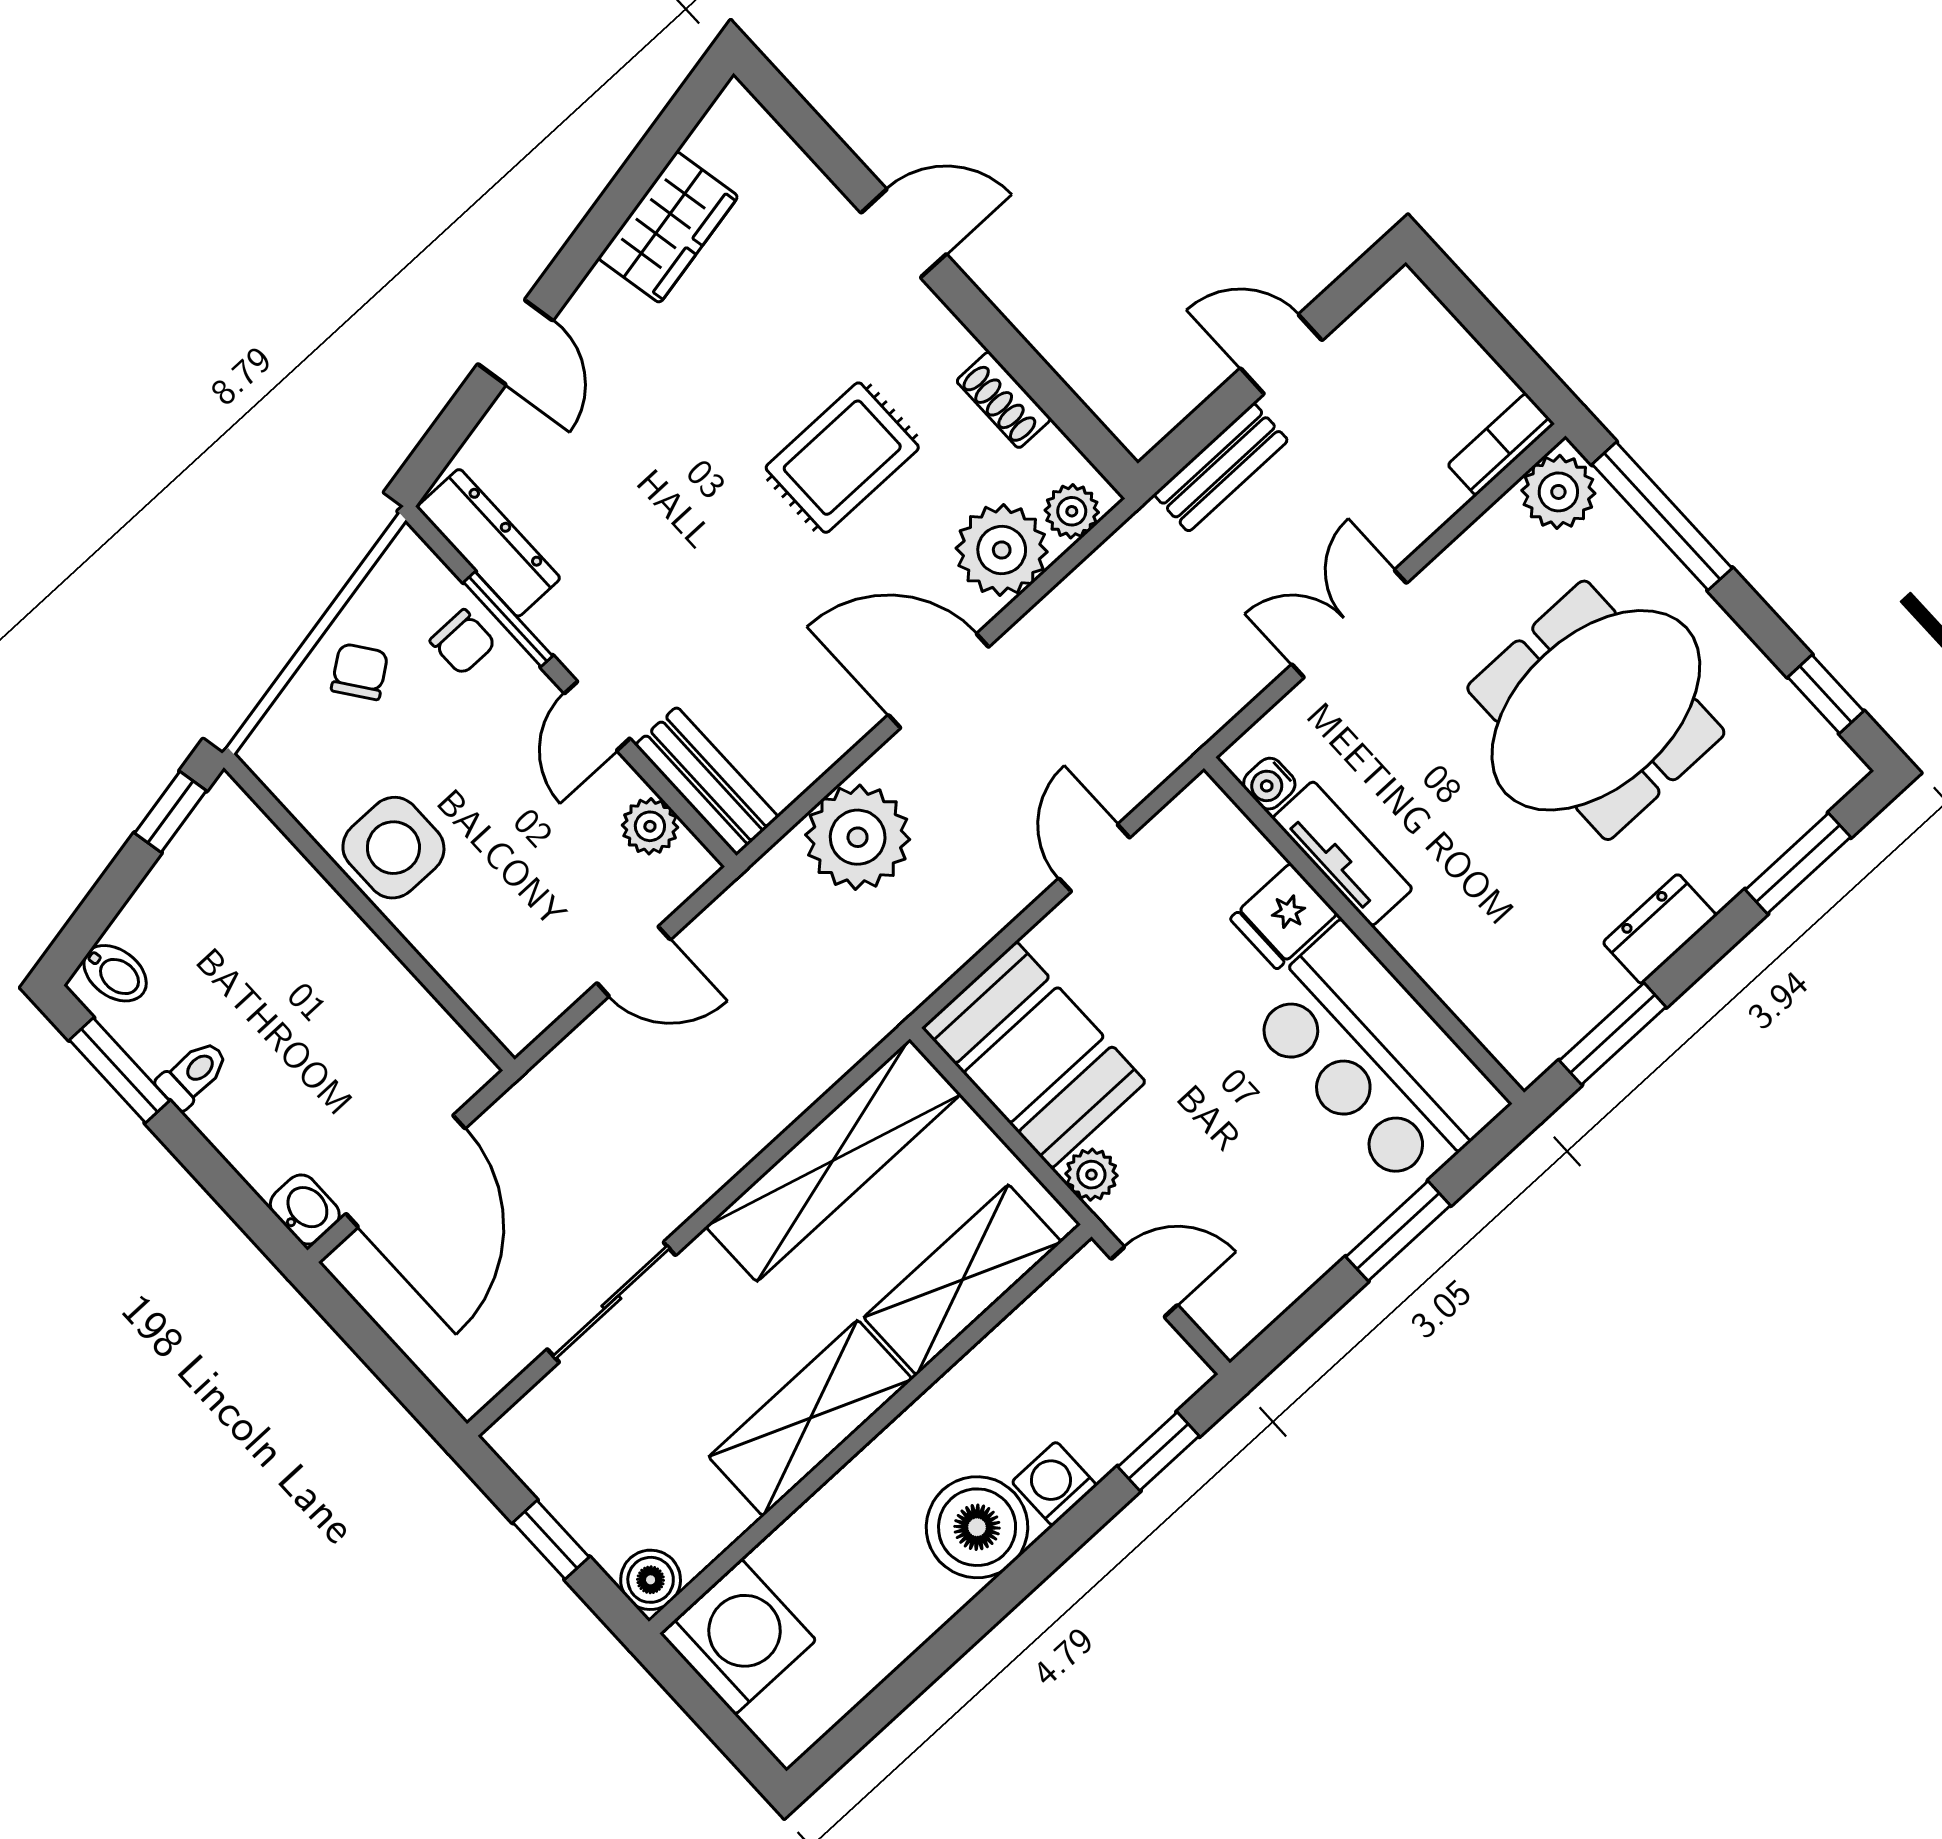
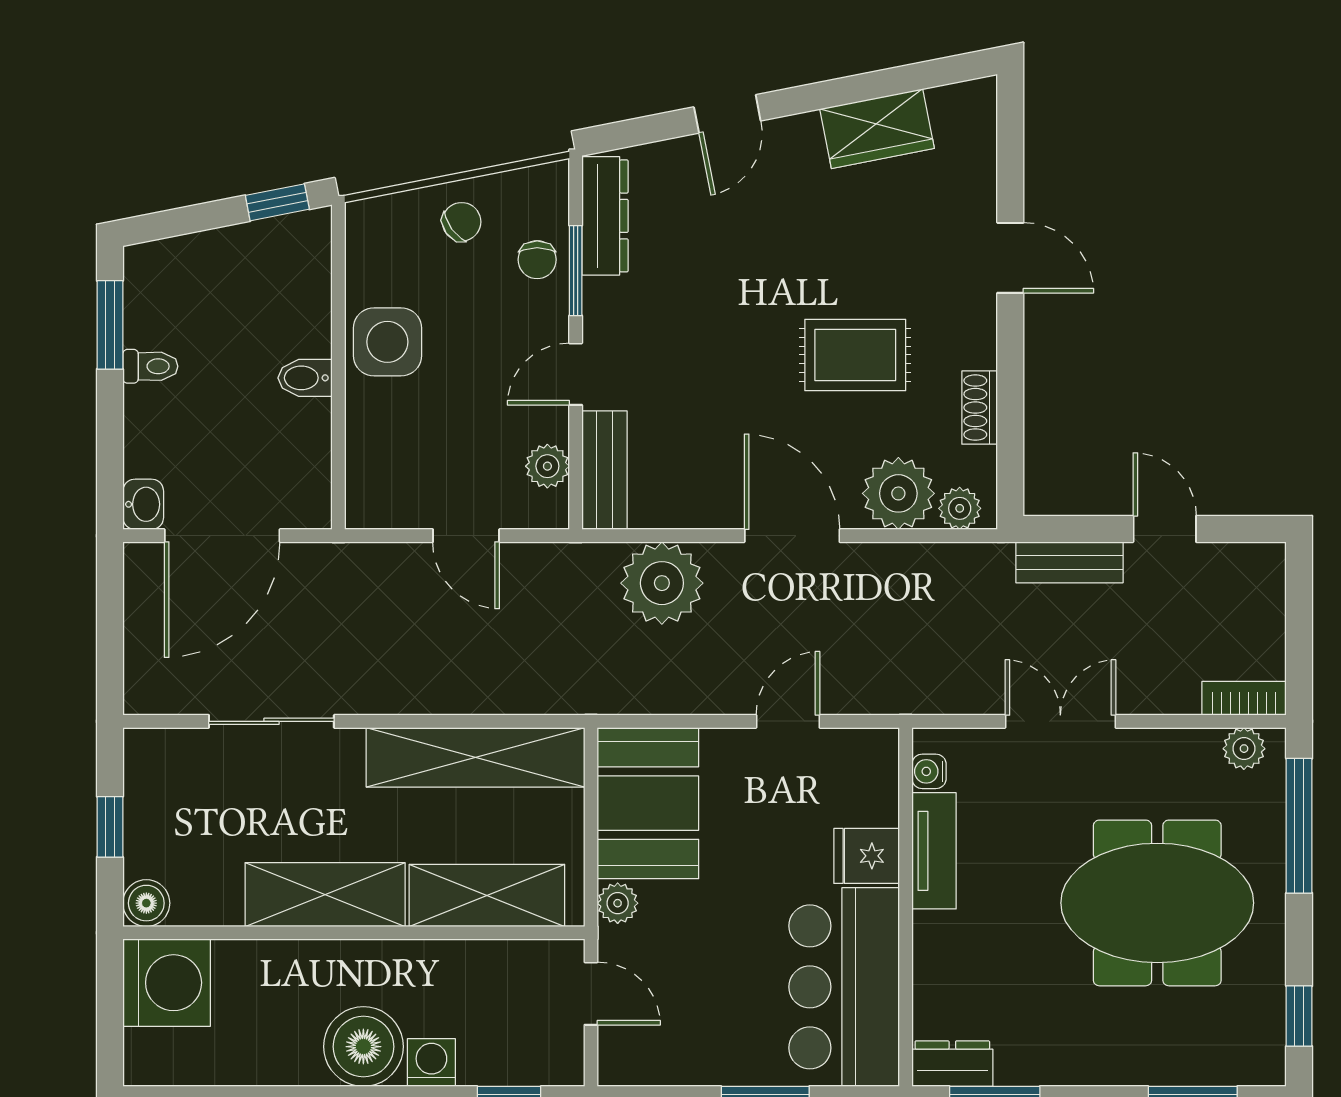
plant: (1558, 492) -> (1244, 749), width x0.73, depth x0.73
dresser: (1660, 929) -> (952, 1064), moved
bidet: (115, 973) -> (305, 378), moved, turned 101

